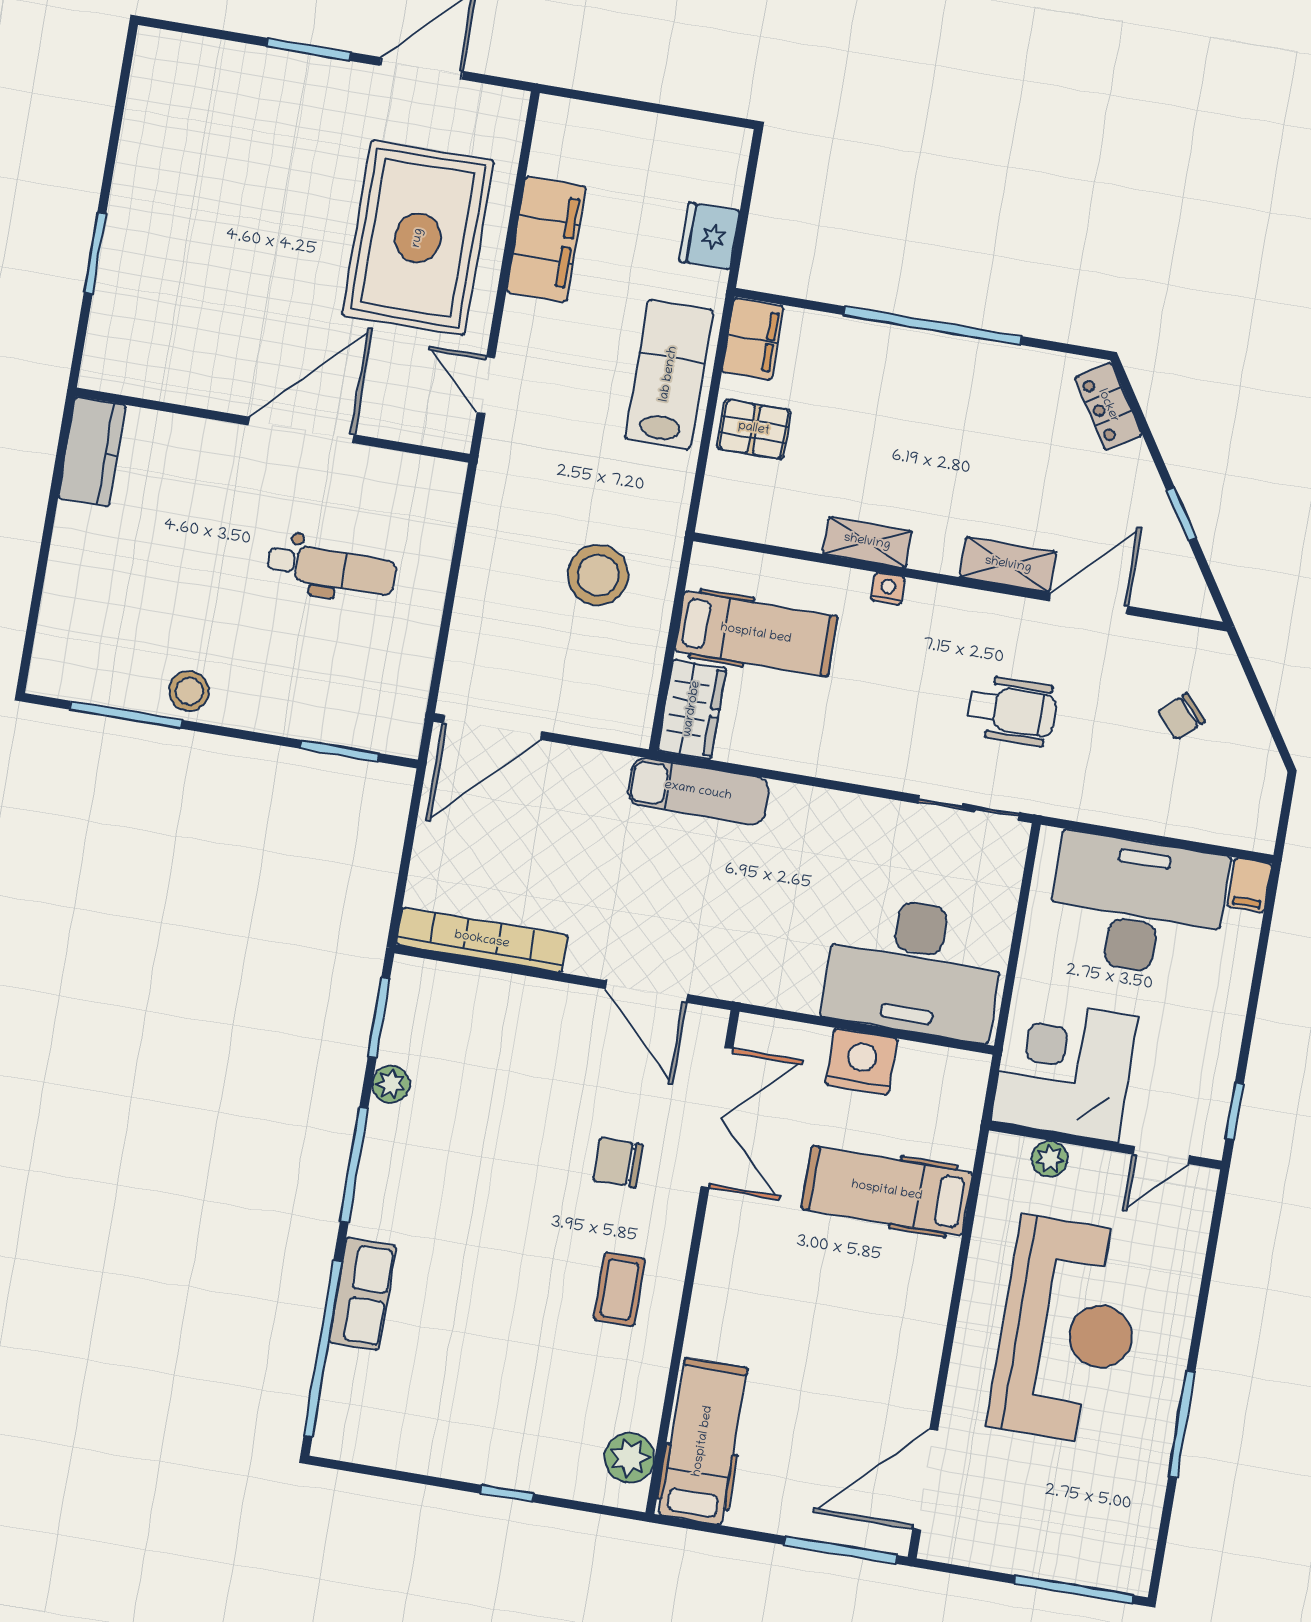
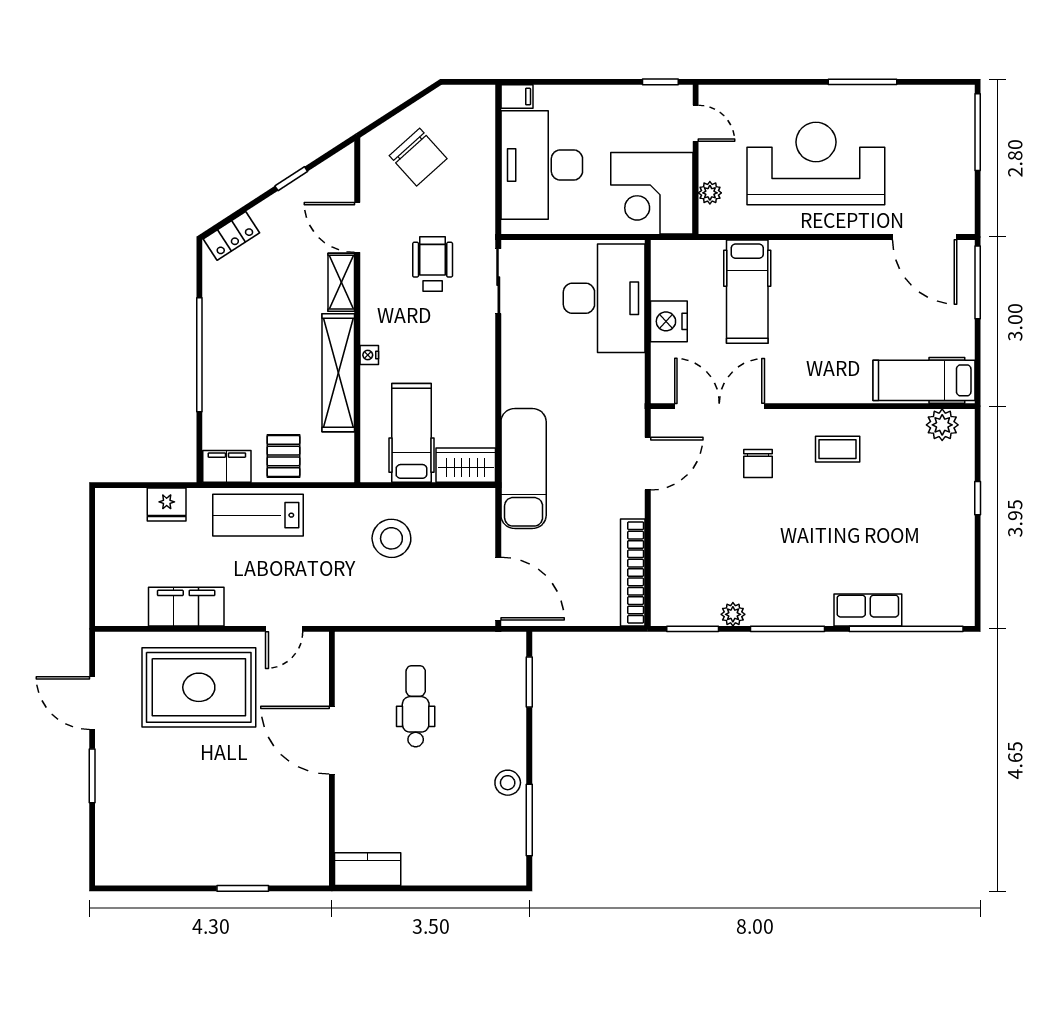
shelving: (867, 542) -> (338, 373), width x2.20, depth x1.33
chair: (1182, 716) -> (418, 157), width x1.87, depth x1.87
exam couch: (698, 791) -> (524, 468), width x1.36, depth x1.45

